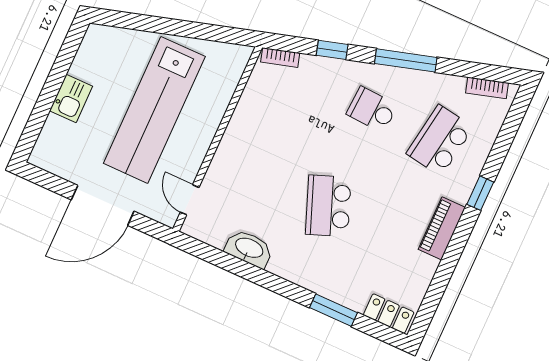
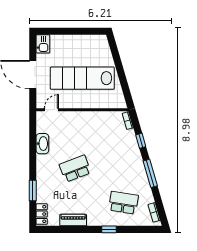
kitchen sink: (71, 98) -> (43, 44), moved, turned -90
school desk: (372, 110) -> (123, 169), removed
piano: (442, 228) -> (73, 220), moved

